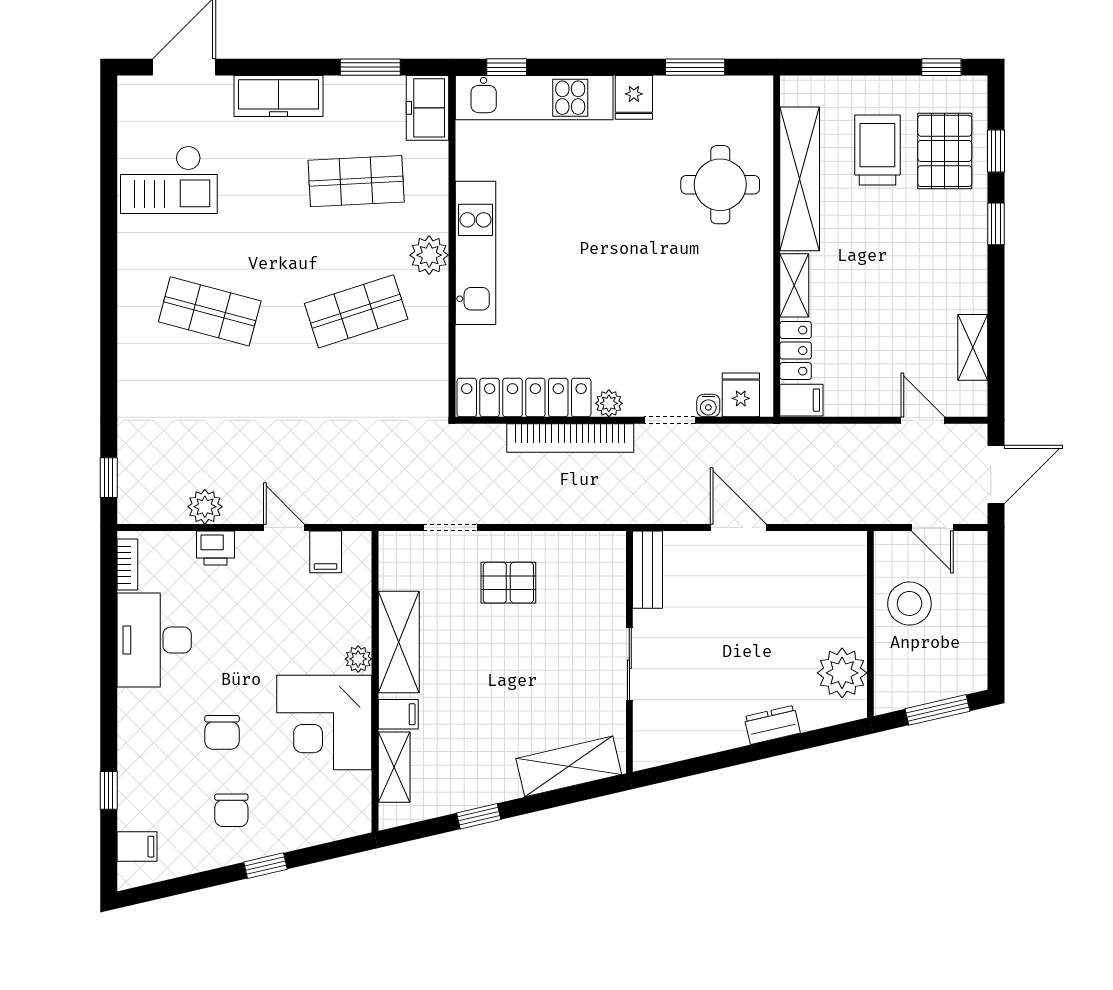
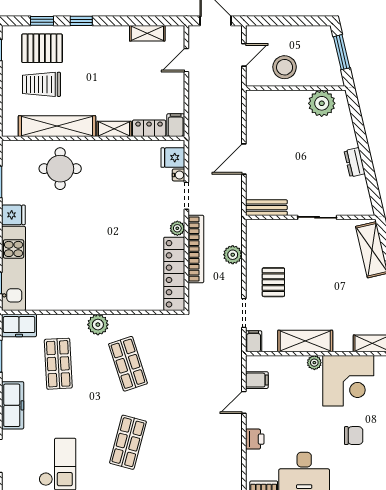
kitchen unit: (475, 253) -> (97, 300), removed
plant: (205, 507) -> (233, 255), moved
filing cabinet: (398, 714) -> (254, 341), moved
dresser: (772, 725) -> (355, 162), moved

